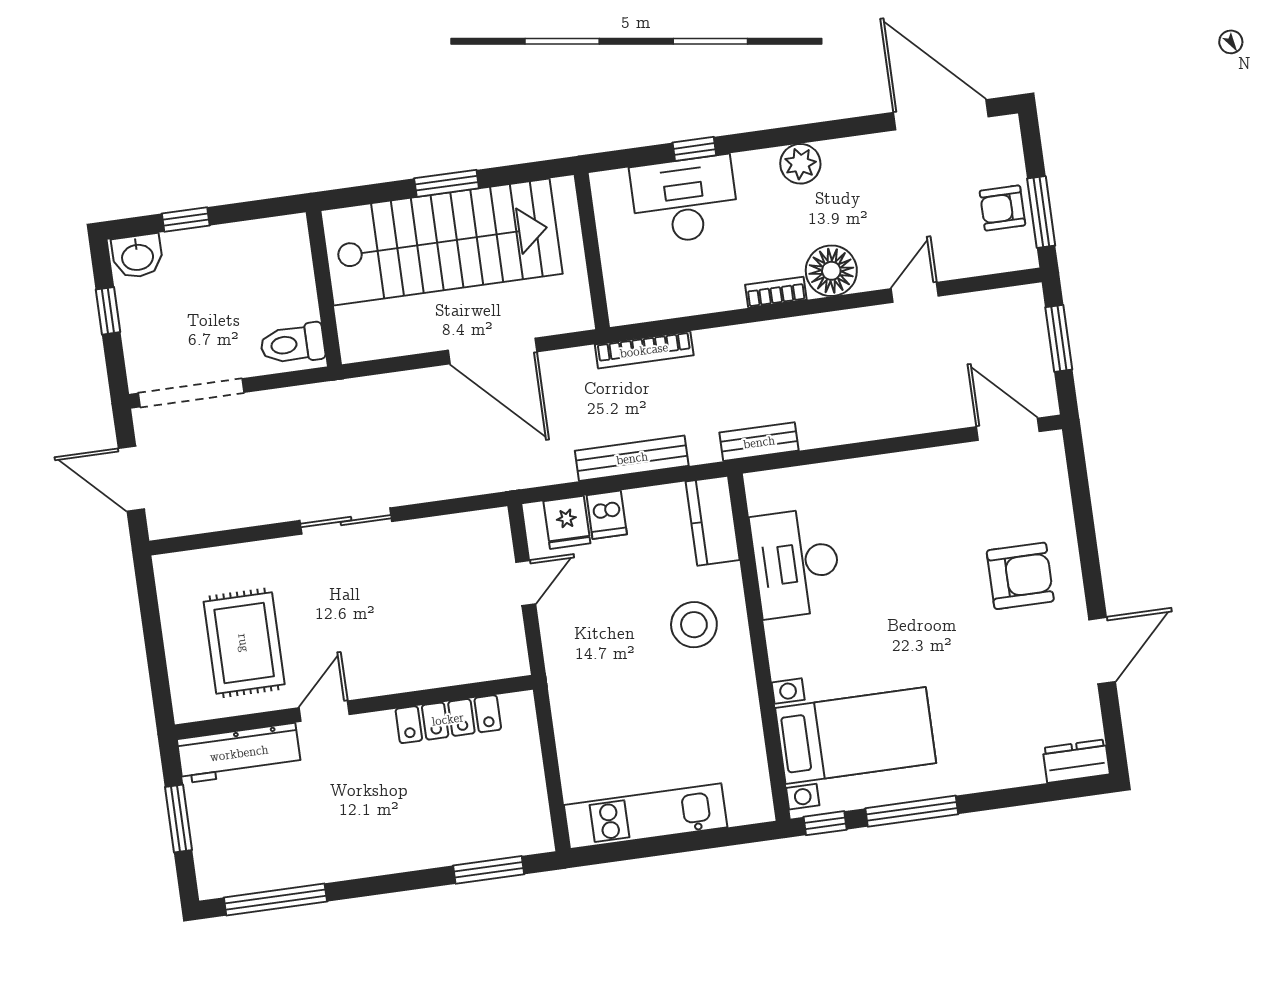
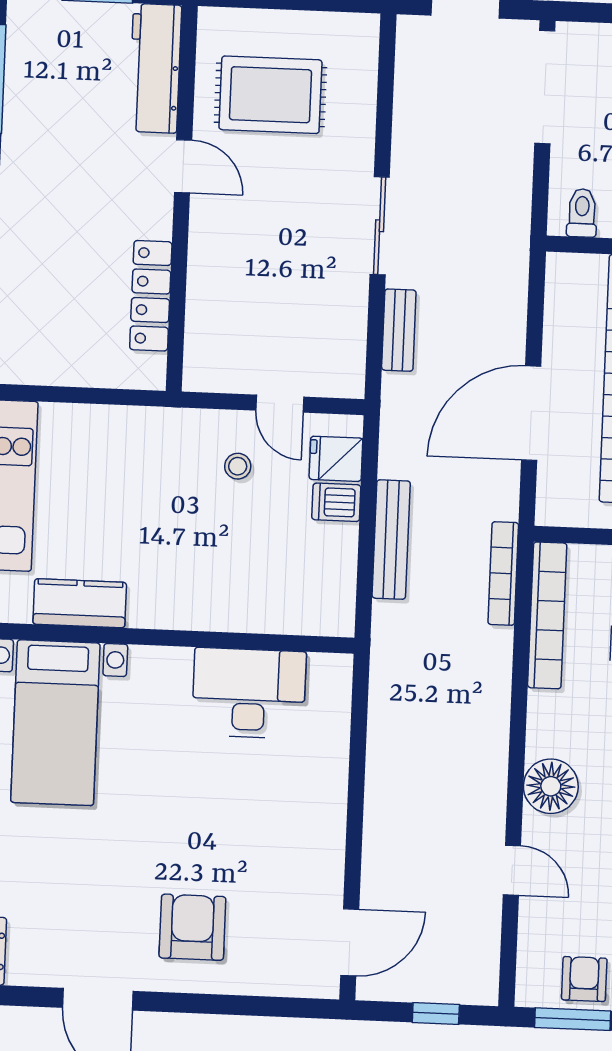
bookcase: (776, 292) -> (547, 615), moved, width x2.31, depth x1.31
window: (1059, 338) -> (436, 1013), width x0.67
toilet: (293, 344) -> (582, 213), width x0.73, depth x0.72
bench: (759, 442) -> (399, 330), moved
kitchen counter: (713, 521) -> (80, 603), moved
armchair: (1020, 576) -> (192, 927), turned 180
stool: (694, 625) -> (238, 466), moved, width x0.53, depth x0.53

